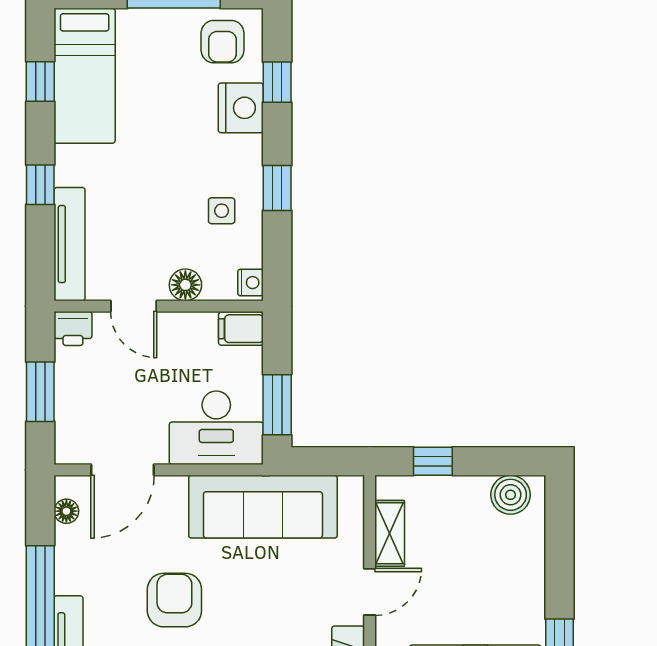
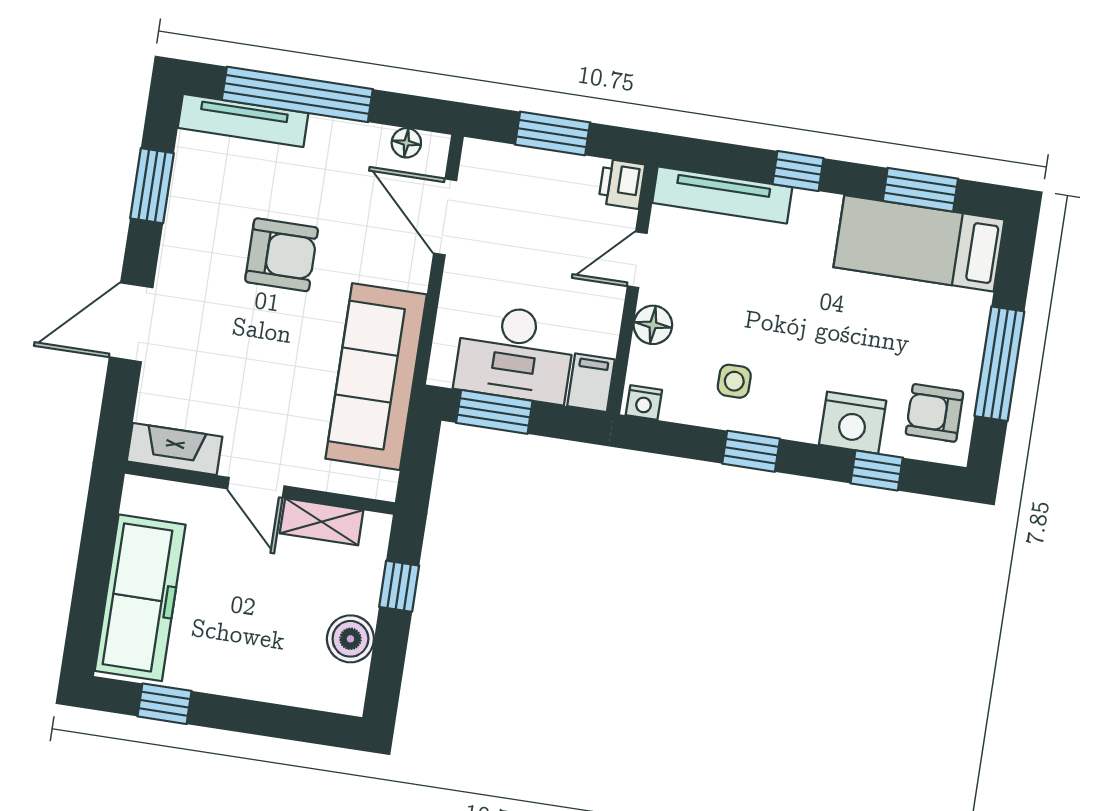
window: (40, 81) -> (920, 190), width x1.50
desk: (216, 428) -> (515, 353), moved, turned -90
boiler: (511, 495) -> (350, 639), moved

